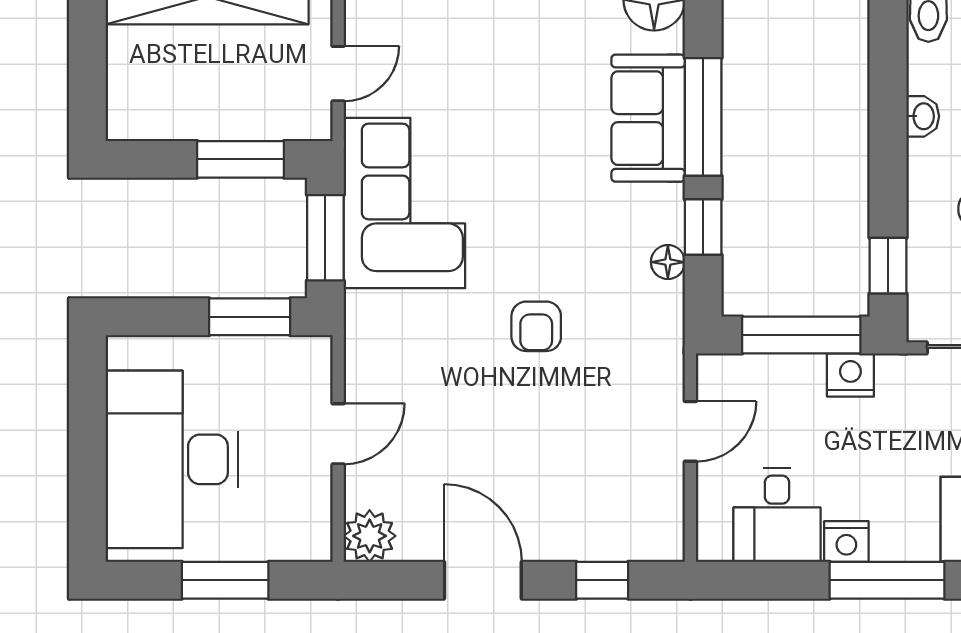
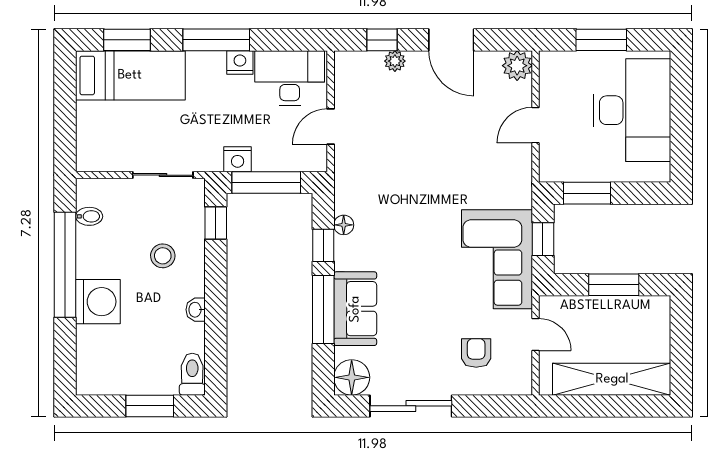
door: (338, 74) -> (535, 335), swing flipped
window: (240, 159) -> (614, 285), moved
window: (325, 238) -> (543, 239), width x0.67
armchair: (536, 326) -> (476, 353), moved
desk: (777, 515) -> (290, 78), width x1.37
plant: (580, 544) -> (395, 61), added

